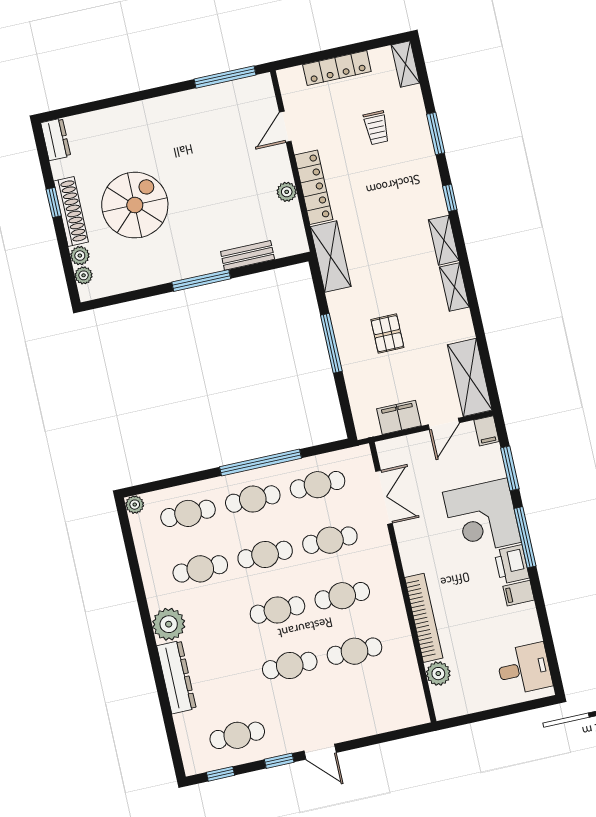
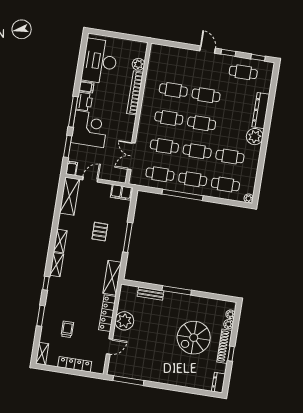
plant: (287, 192) -> (124, 321), width x1.87, depth x1.87
filing cabinet: (399, 417) -> (121, 192), moved
desk: (524, 669) -> (100, 61), width x1.87, depth x1.30

